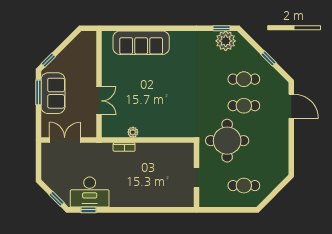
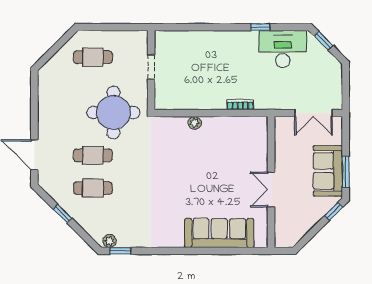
plant: (226, 41) -> (110, 241), width x0.53, depth x0.53
double door: (99, 101) -> (271, 189), moved
plant: (133, 132) -> (195, 123), moved
window: (88, 210) -> (261, 27), moved

